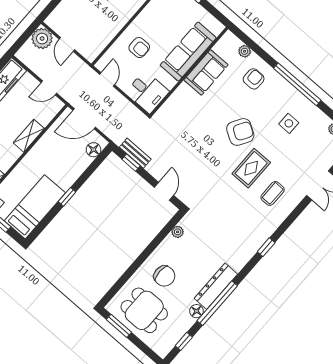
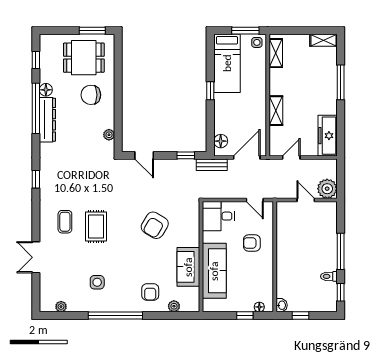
armchair: (240, 132) -> (155, 225), moved
bench: (135, 153) -> (212, 165), moved

